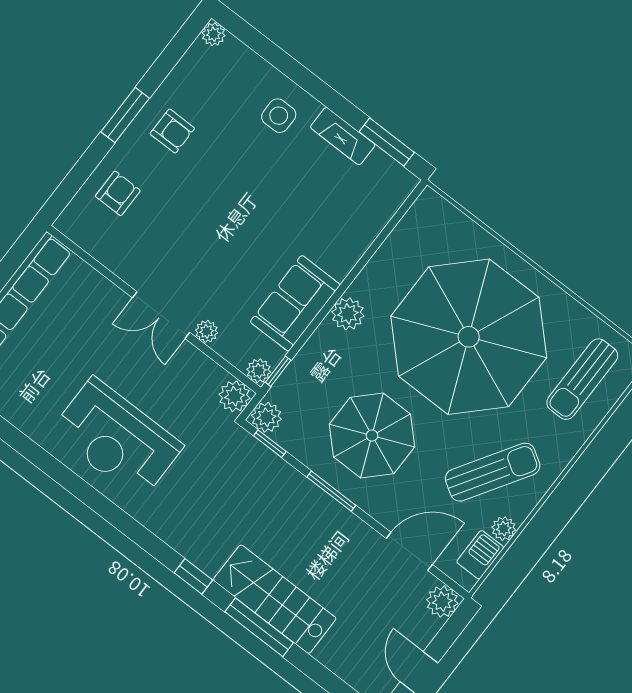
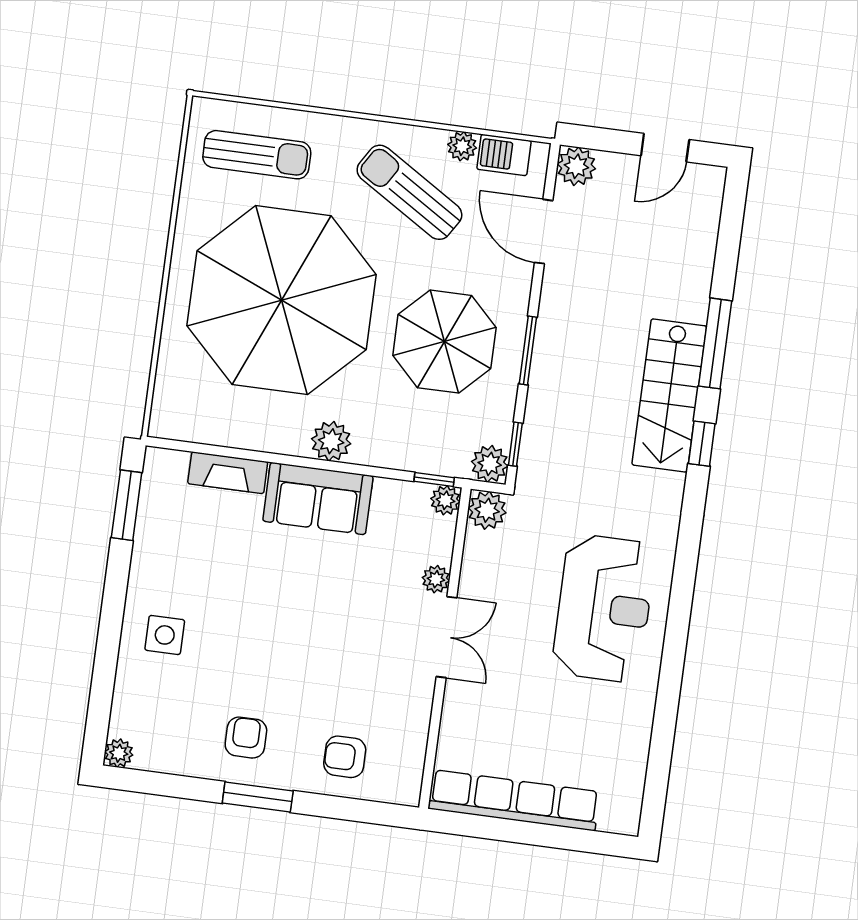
fireplace: (343, 136) -> (228, 473), moved, turned 90
sofa: (295, 303) -> (318, 498), moved
stairs: (275, 599) -> (669, 395), moved

